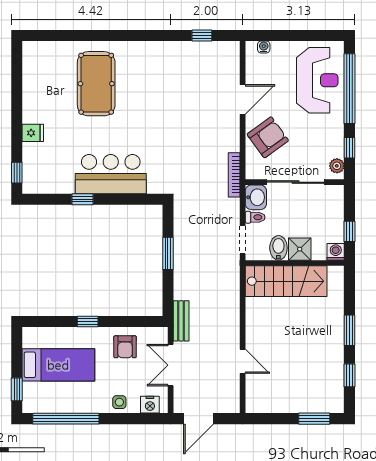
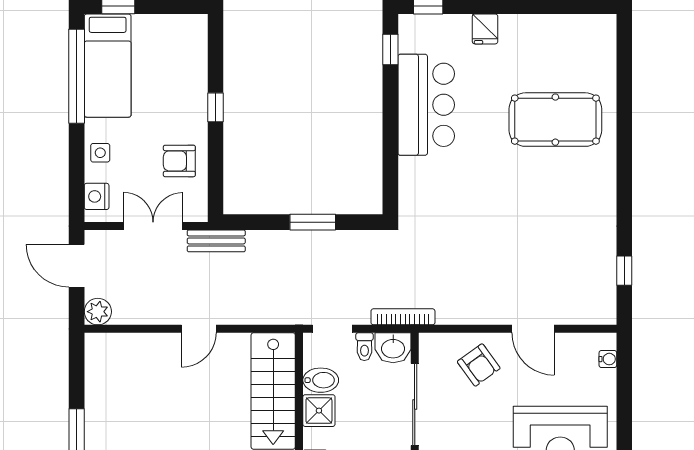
armchair: (268, 137) -> (479, 365), width x0.72, depth x0.72
bar counter: (111, 174) -> (426, 105), moved
bookcase: (234, 175) -> (403, 317), moved
window: (83, 199) -> (390, 50), moved
door: (243, 361) -> (199, 329), moved
bed: (58, 365) -> (108, 66), moved
plant: (230, 404) -> (98, 312), added

